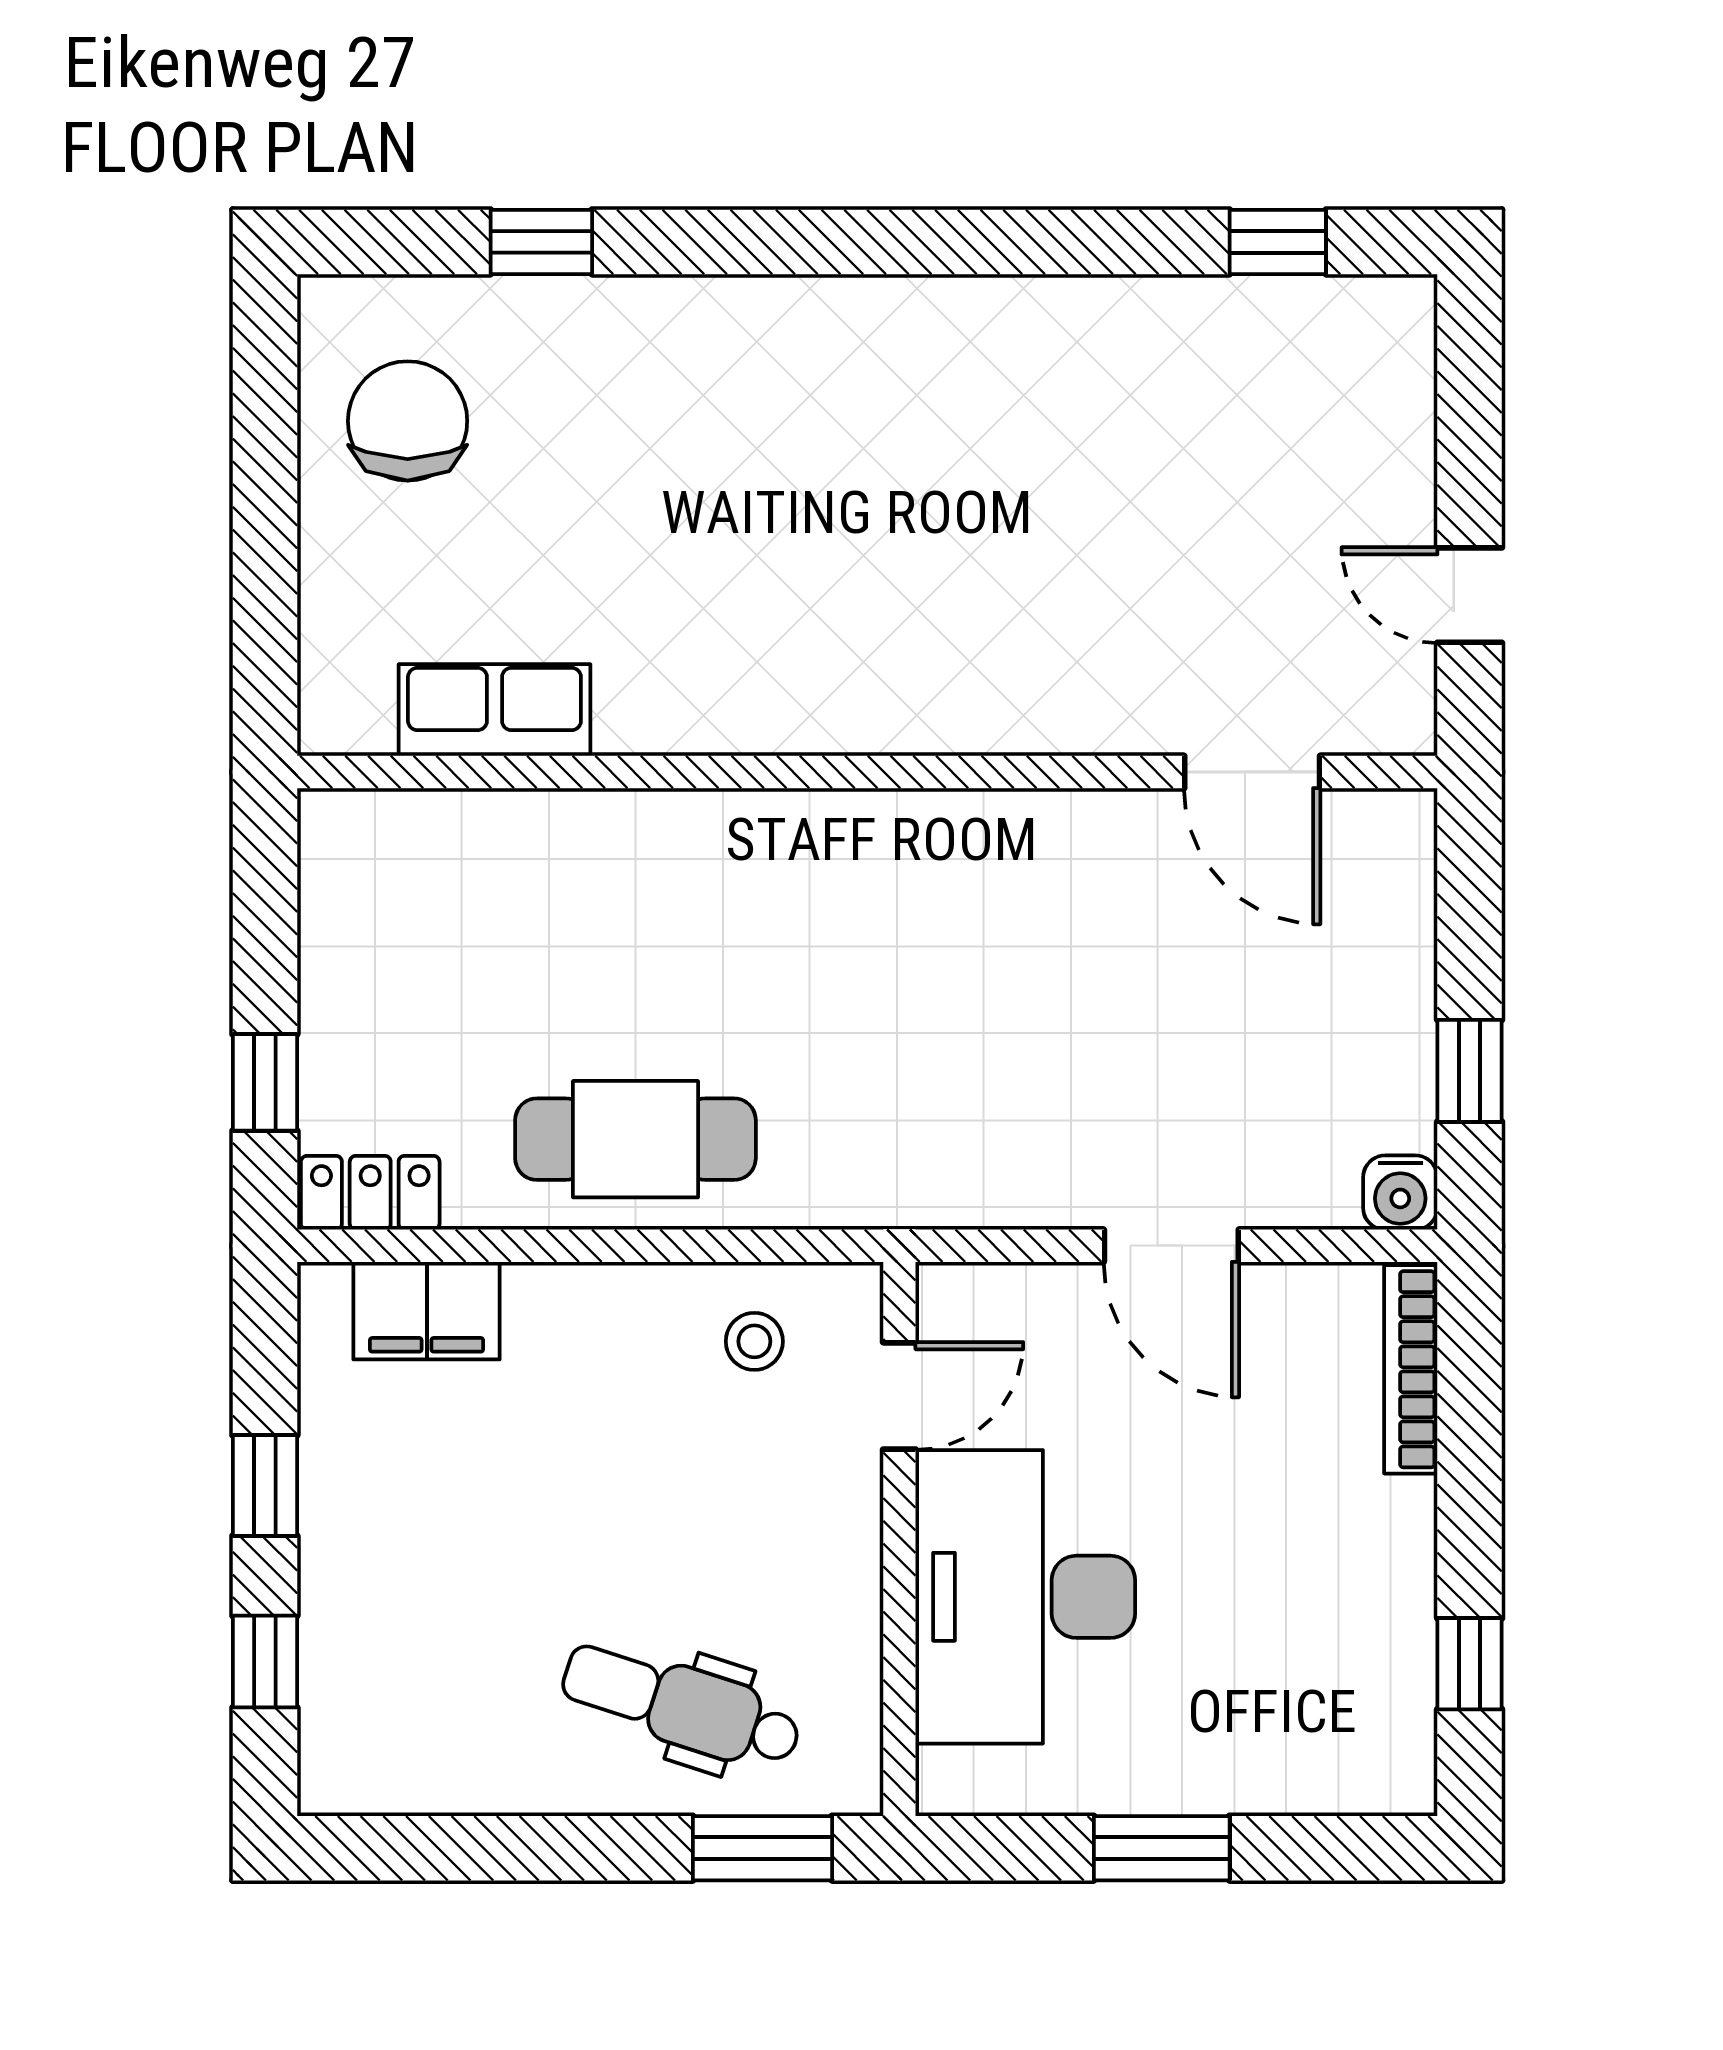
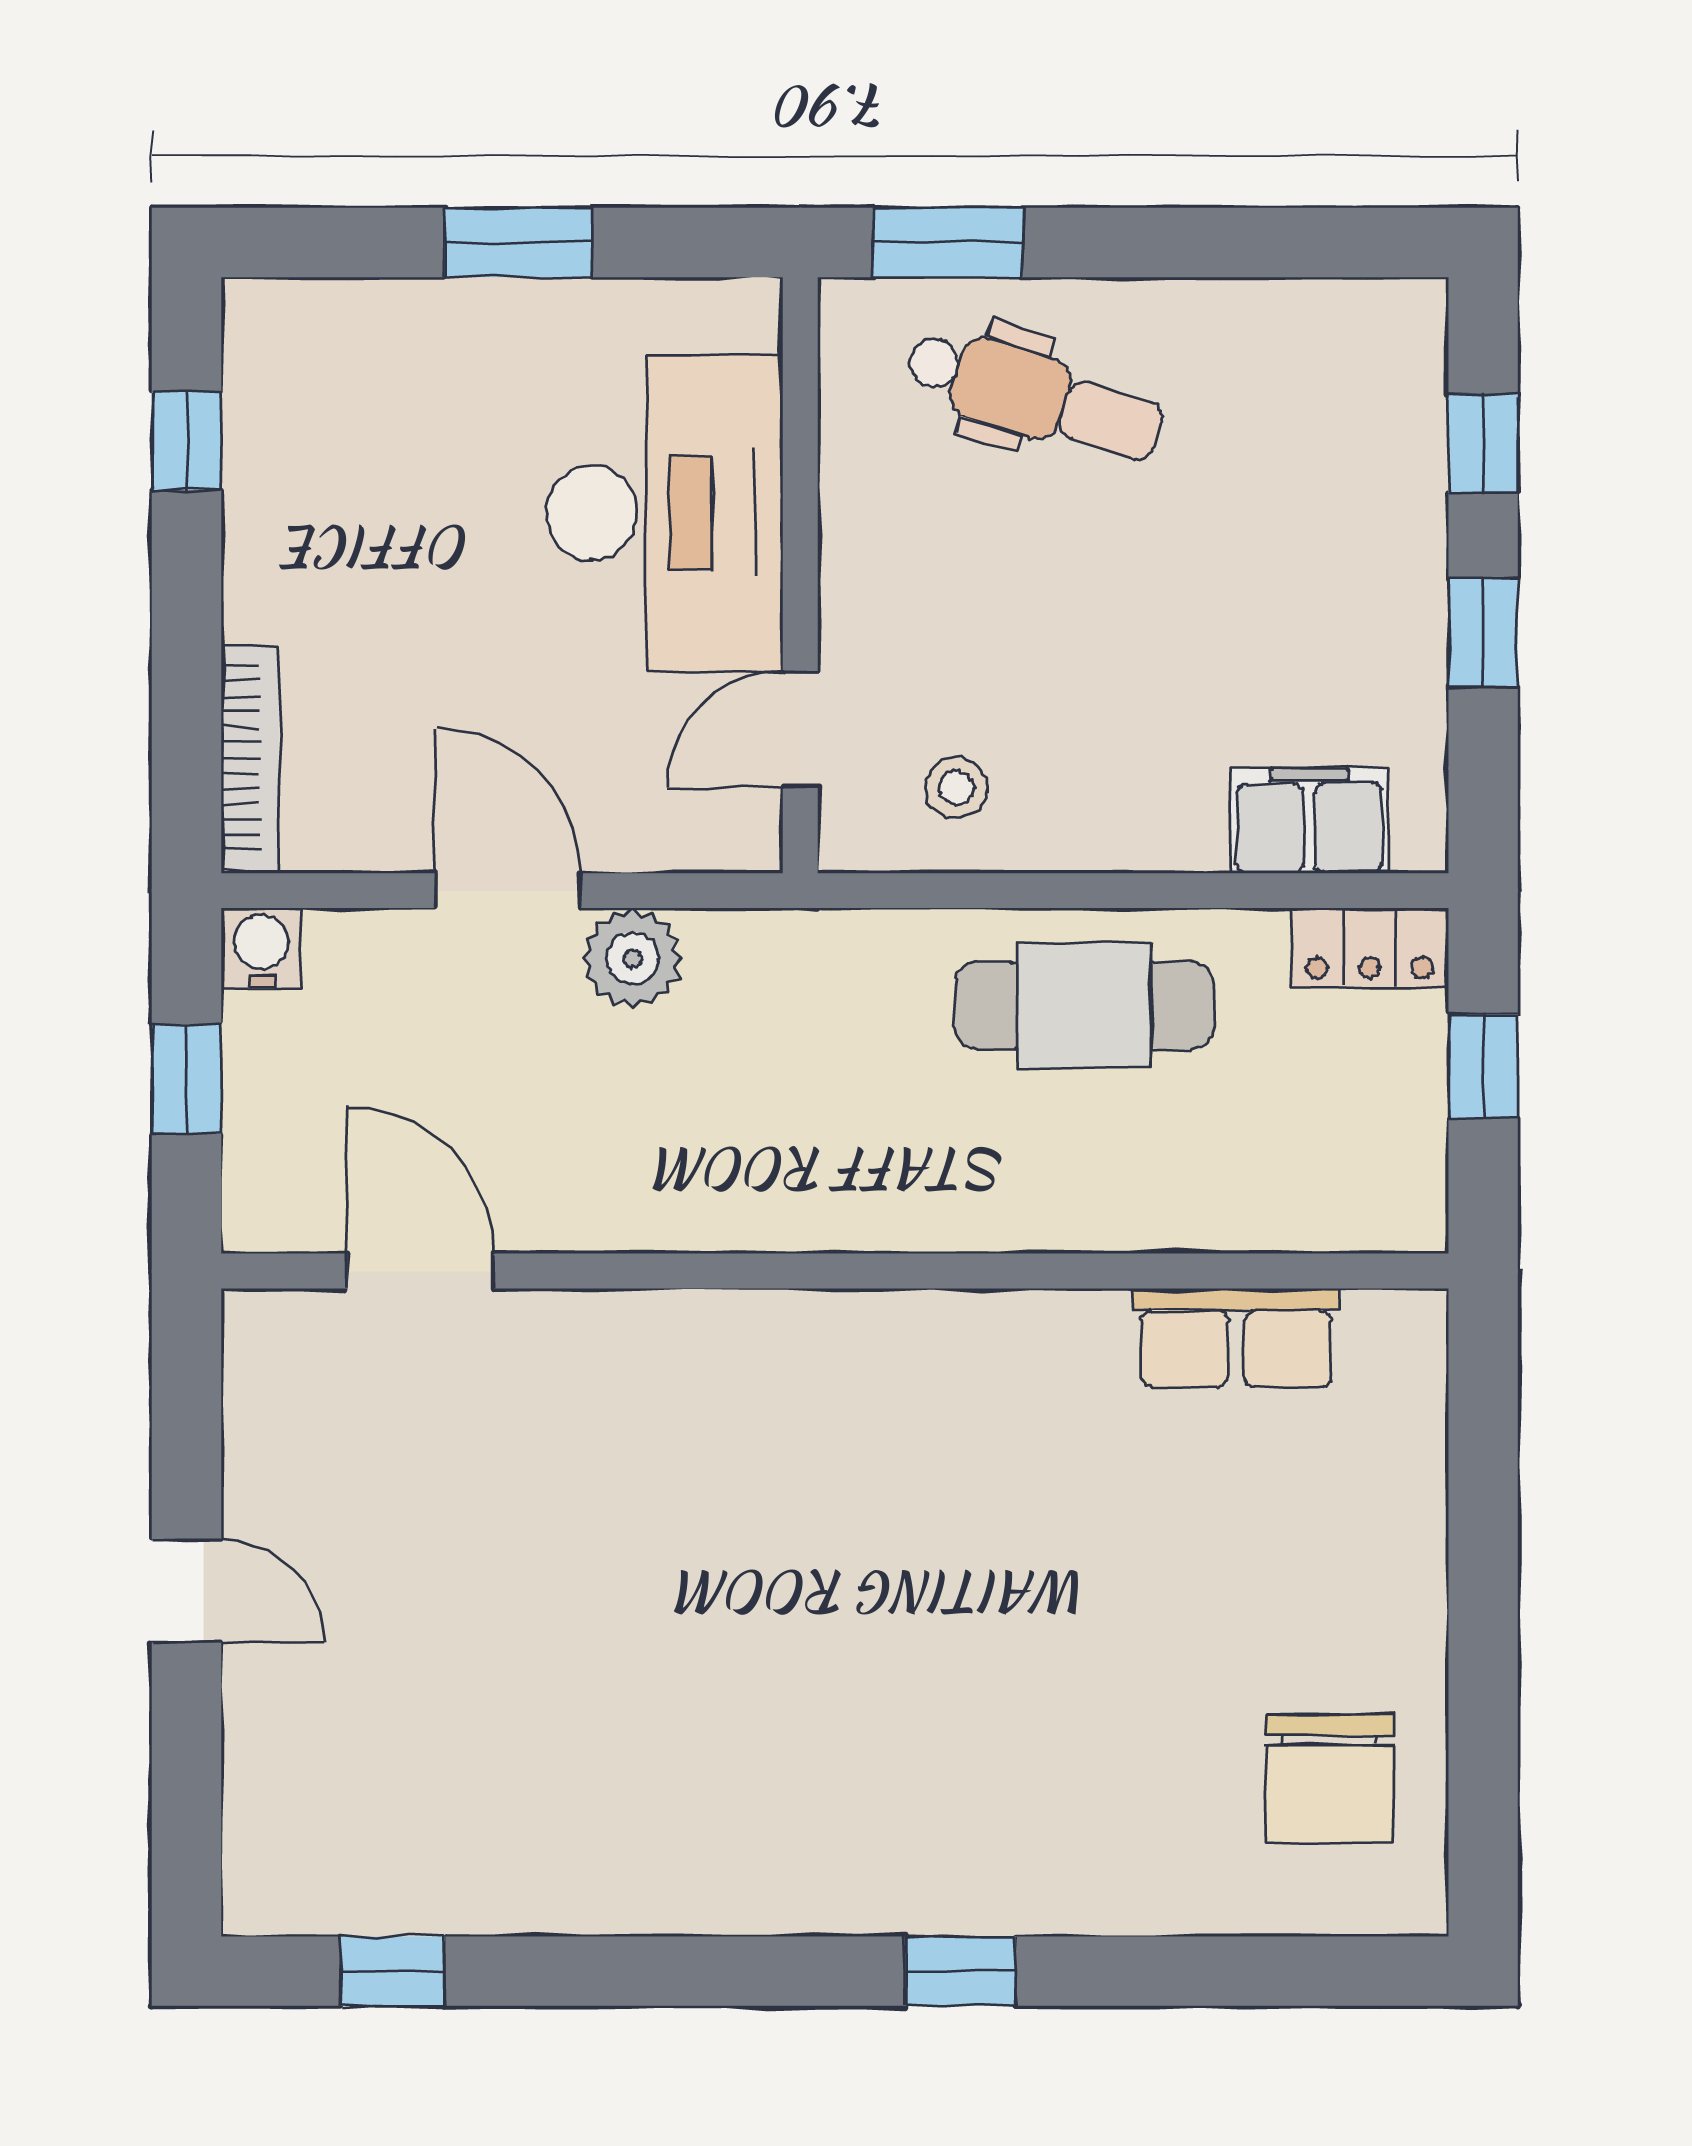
window: (541, 242) -> (961, 1971), moved
row of seats: (494, 710) -> (1236, 1338), moved
wall: (867, 772) -> (835, 1271), moved
door: (1252, 772) -> (421, 1271), moved
plant: (1055, 1183) -> (633, 958), added

